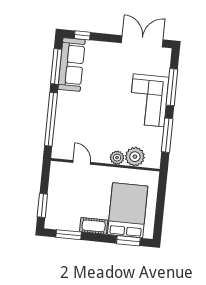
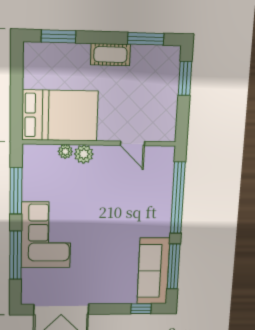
plant: (135, 157) -> (65, 151), width x0.53, depth x0.53
bed: (128, 210) -> (60, 116), moved, turned -90

